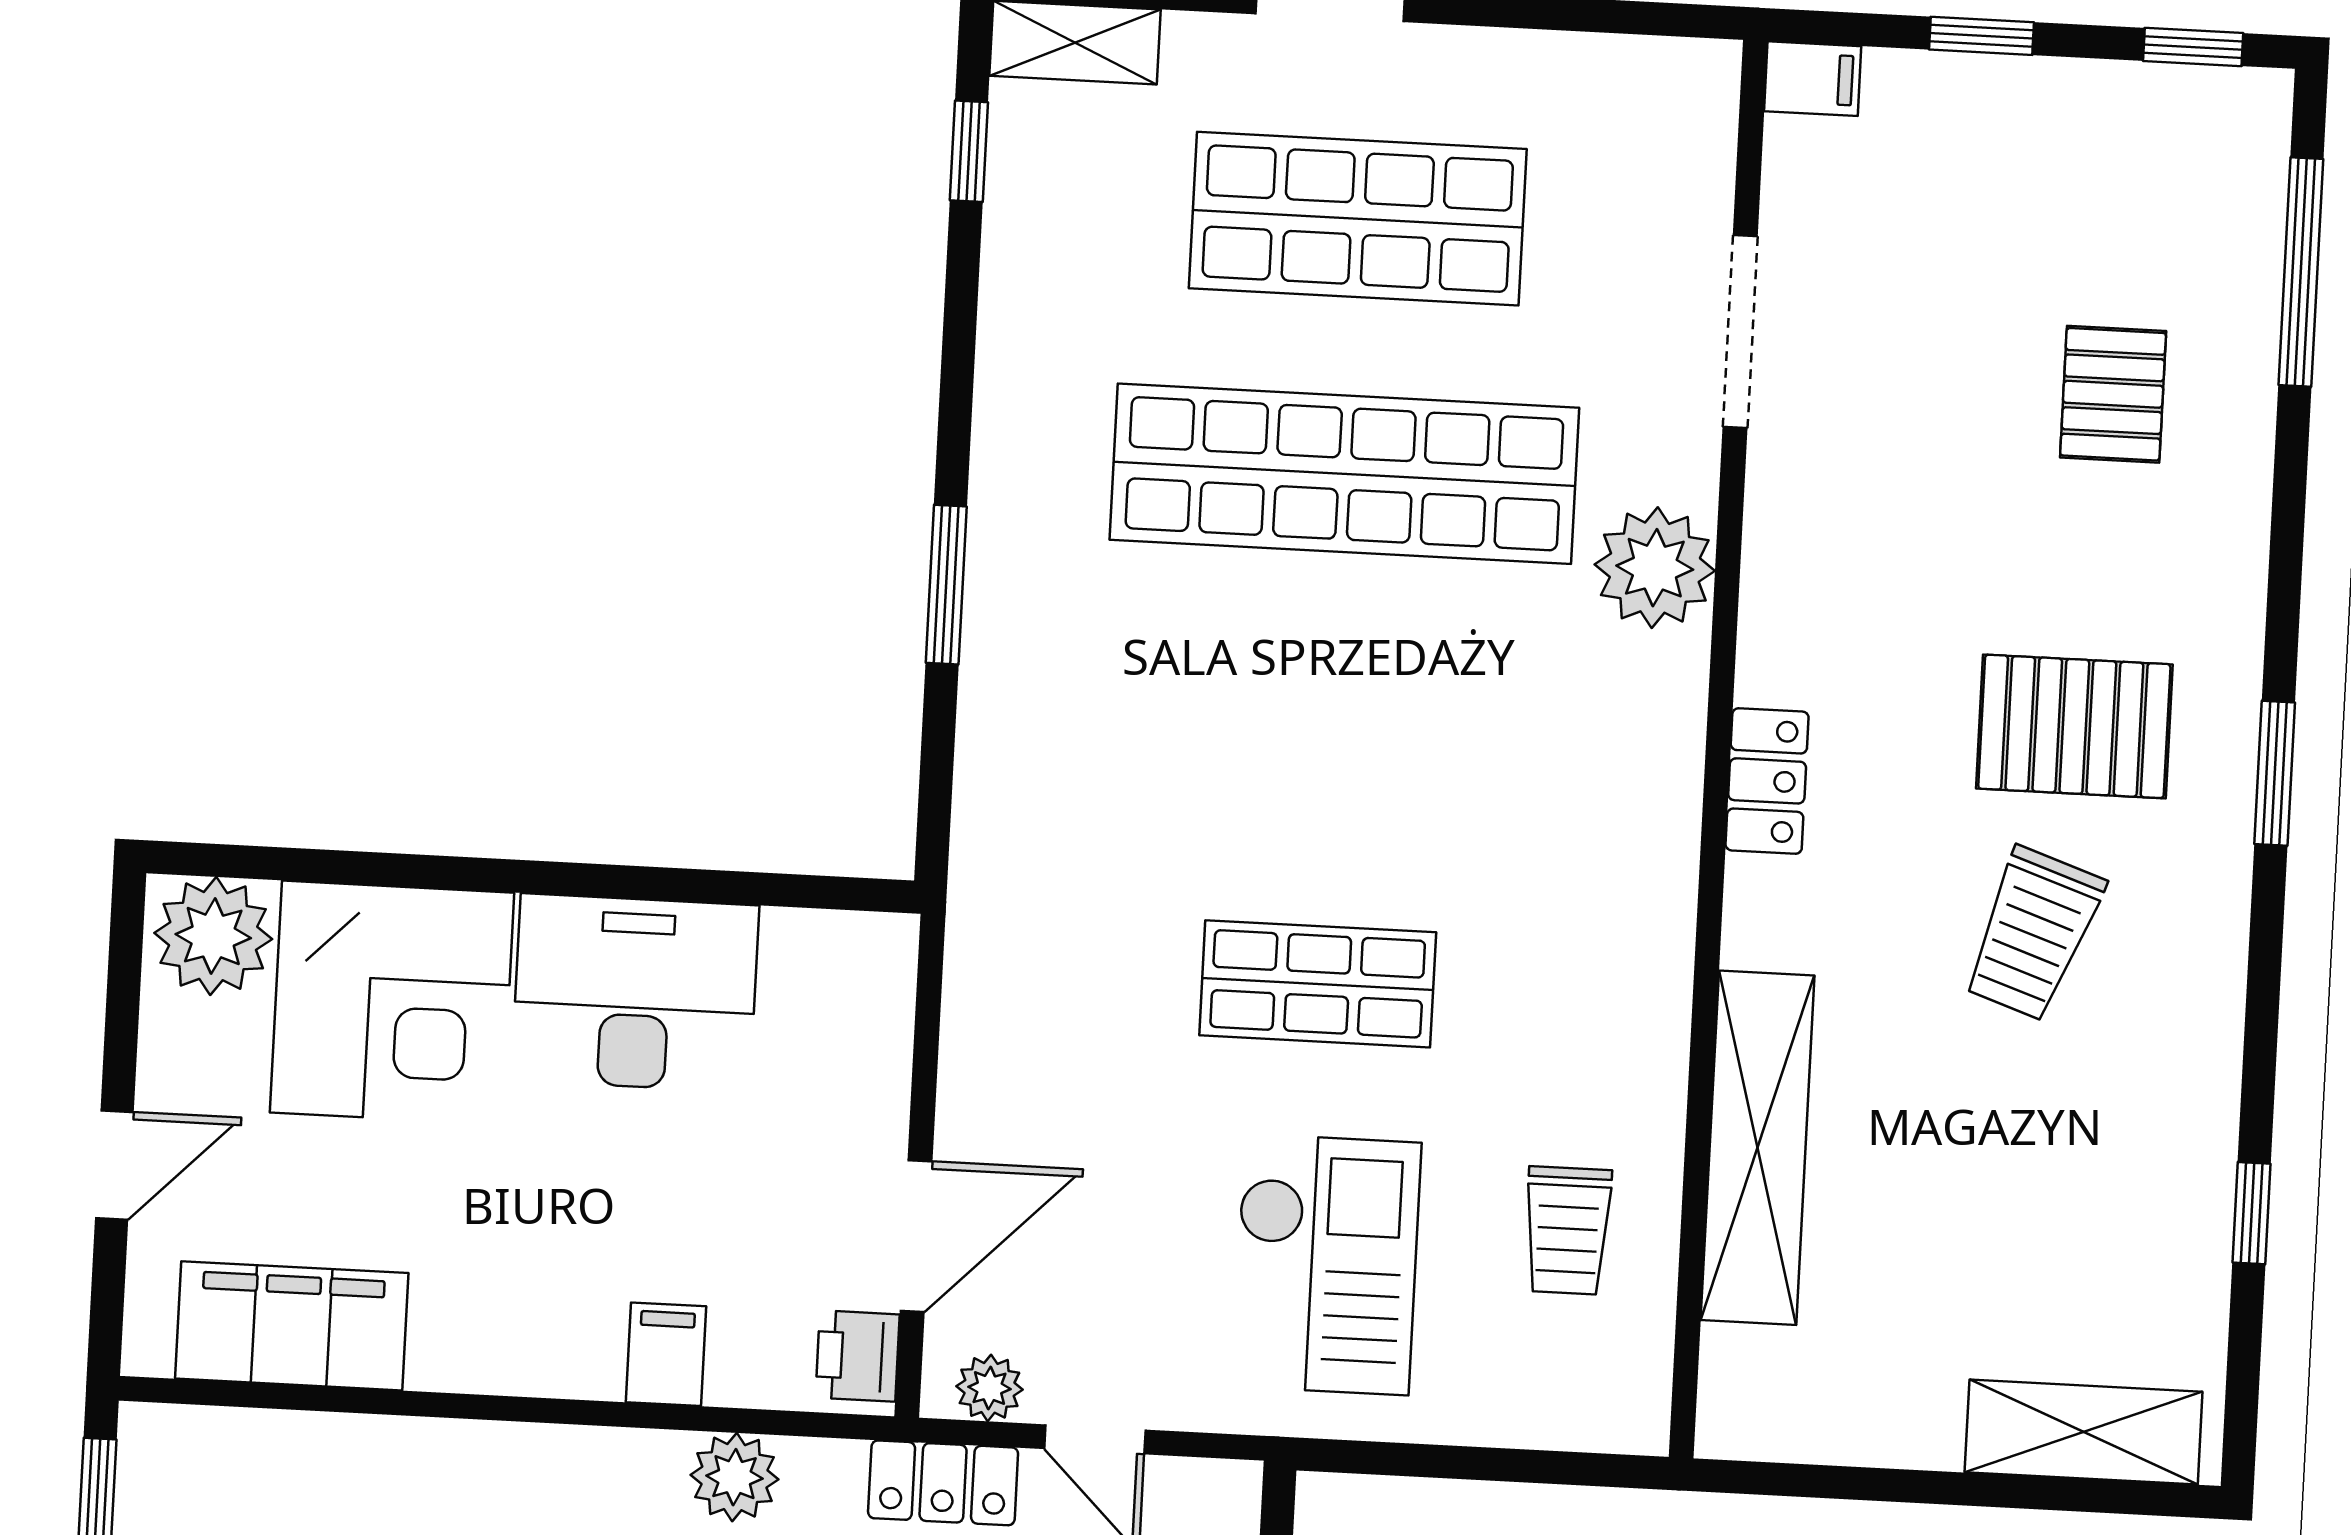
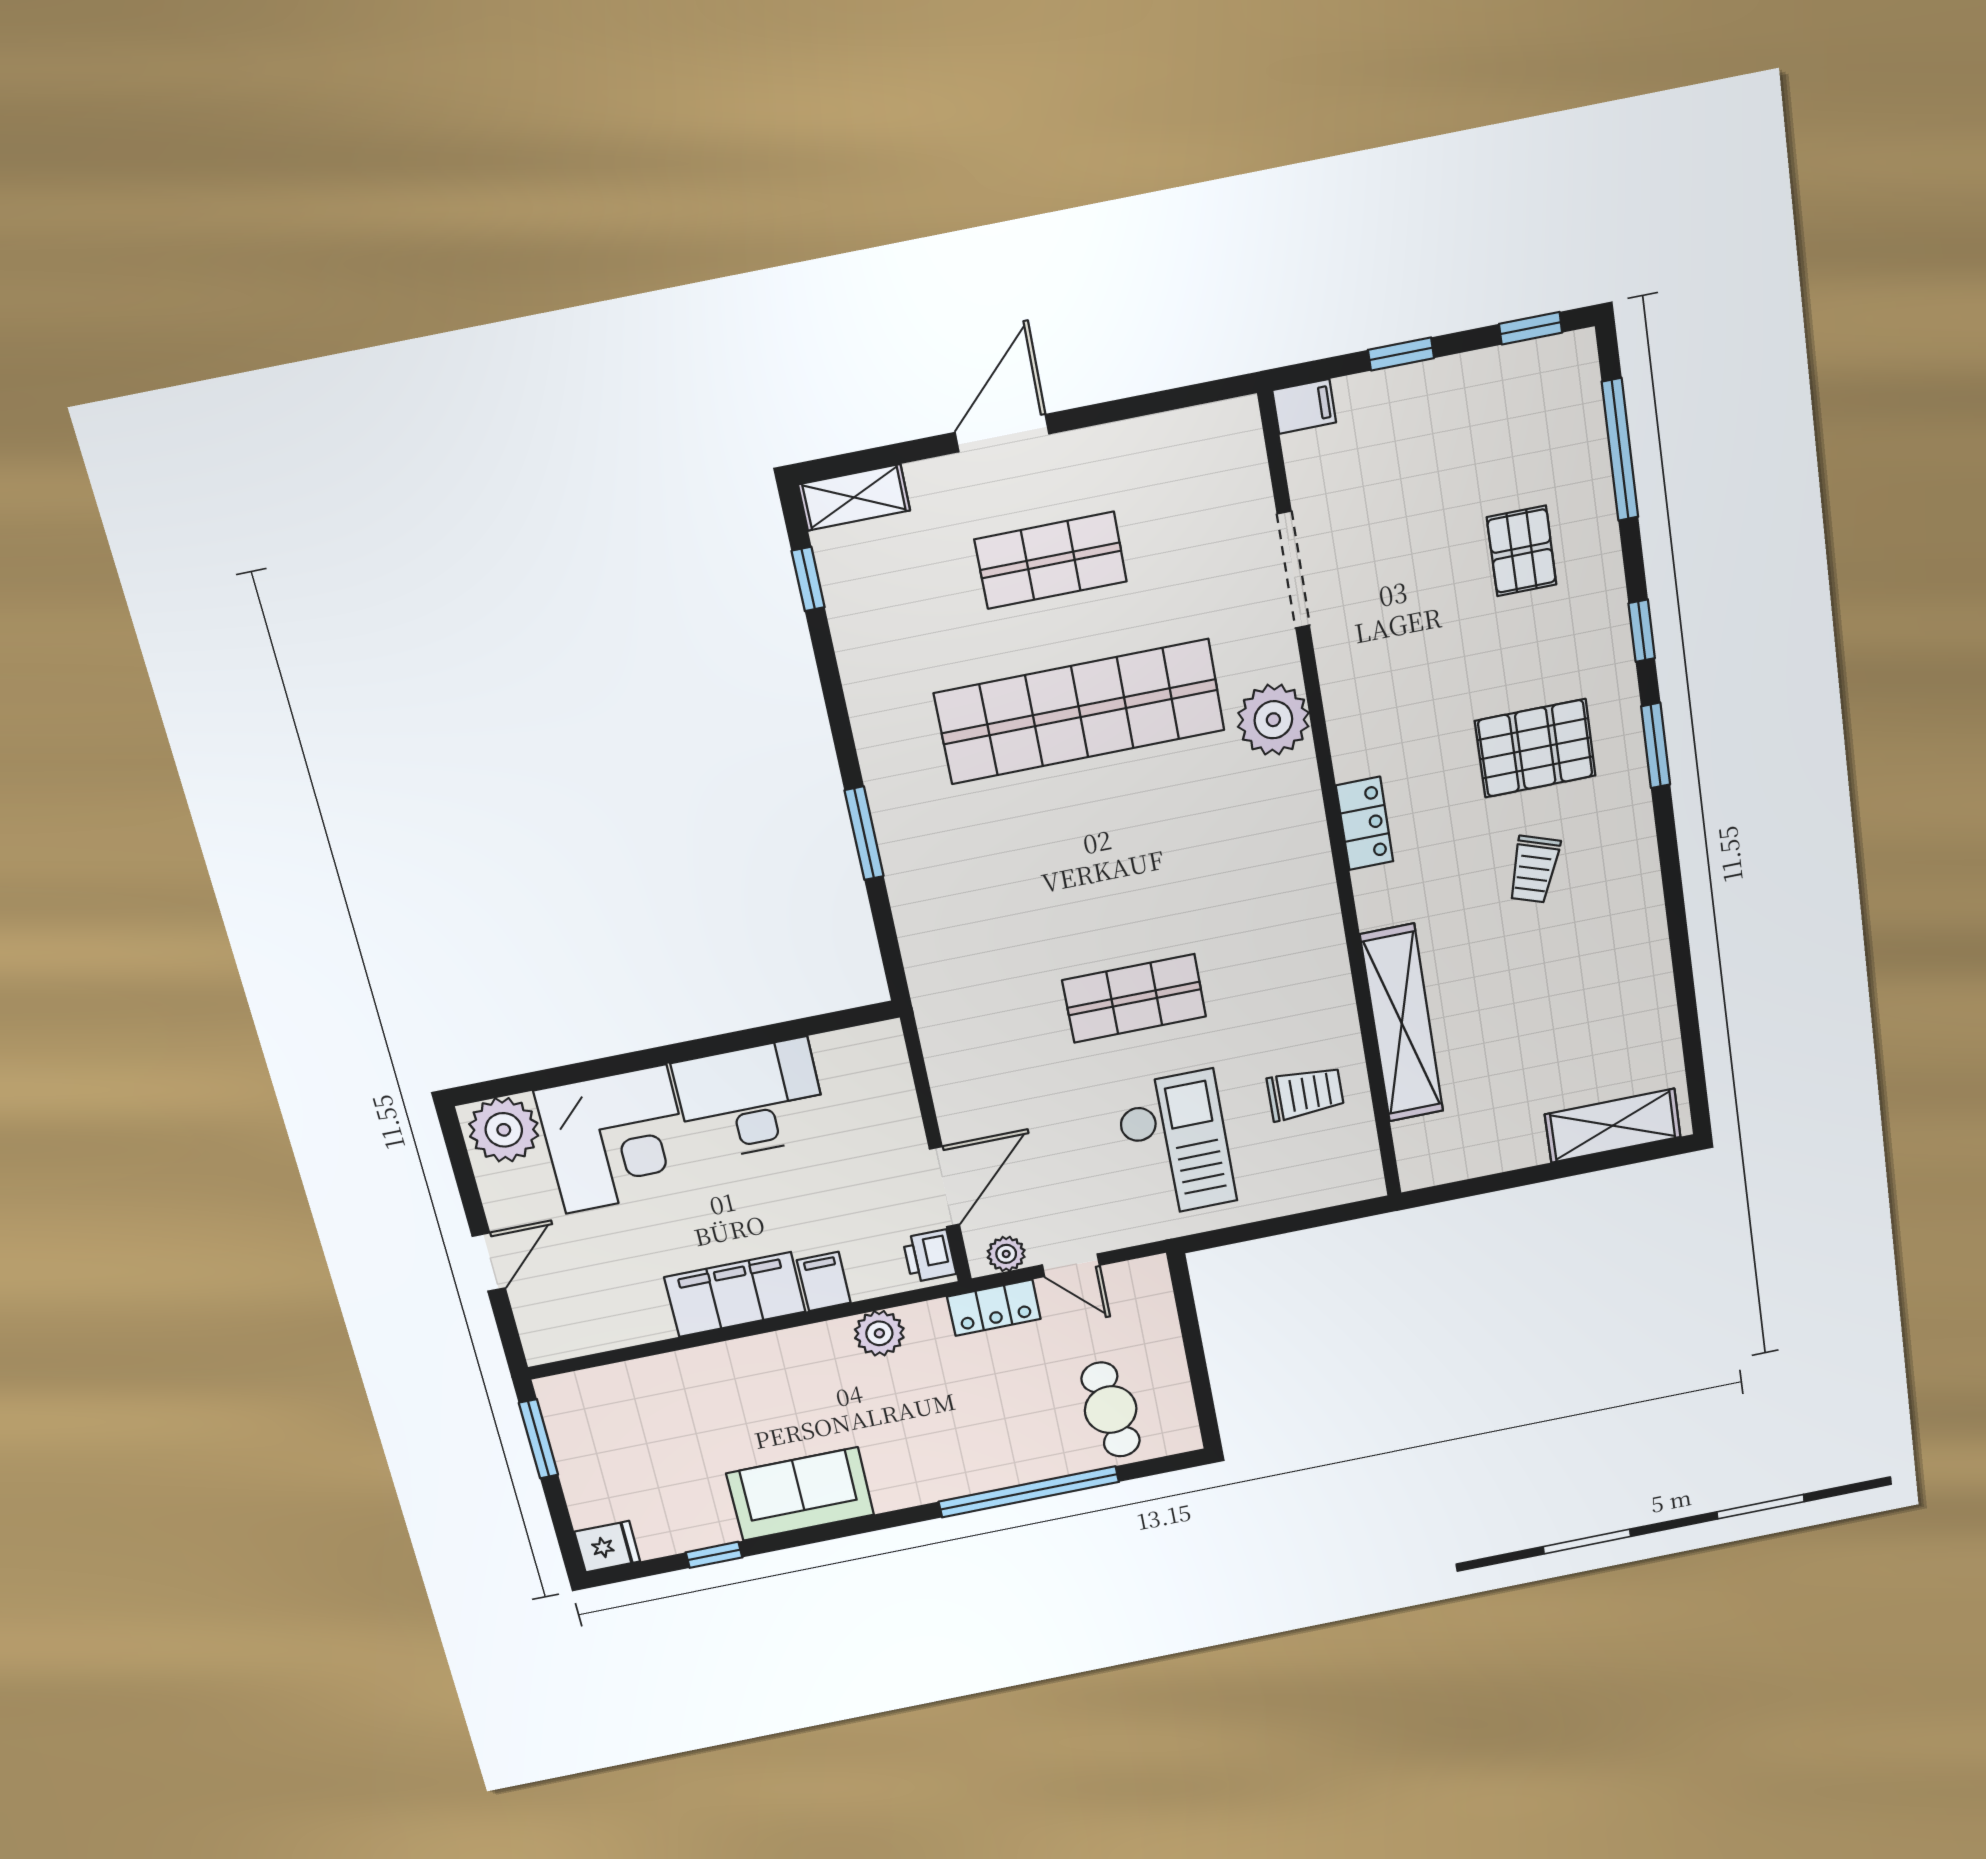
shop shelf: (1358, 219) -> (1051, 560), width x0.70, depth x0.74
trolley: (2033, 934) -> (1534, 869), width x0.73, depth x0.72
window: (2252, 1213) -> (1642, 631), moved
trolley: (1568, 1230) -> (1305, 1093), turned -90
filing cabinet: (292, 1326) -> (735, 1295), moved

